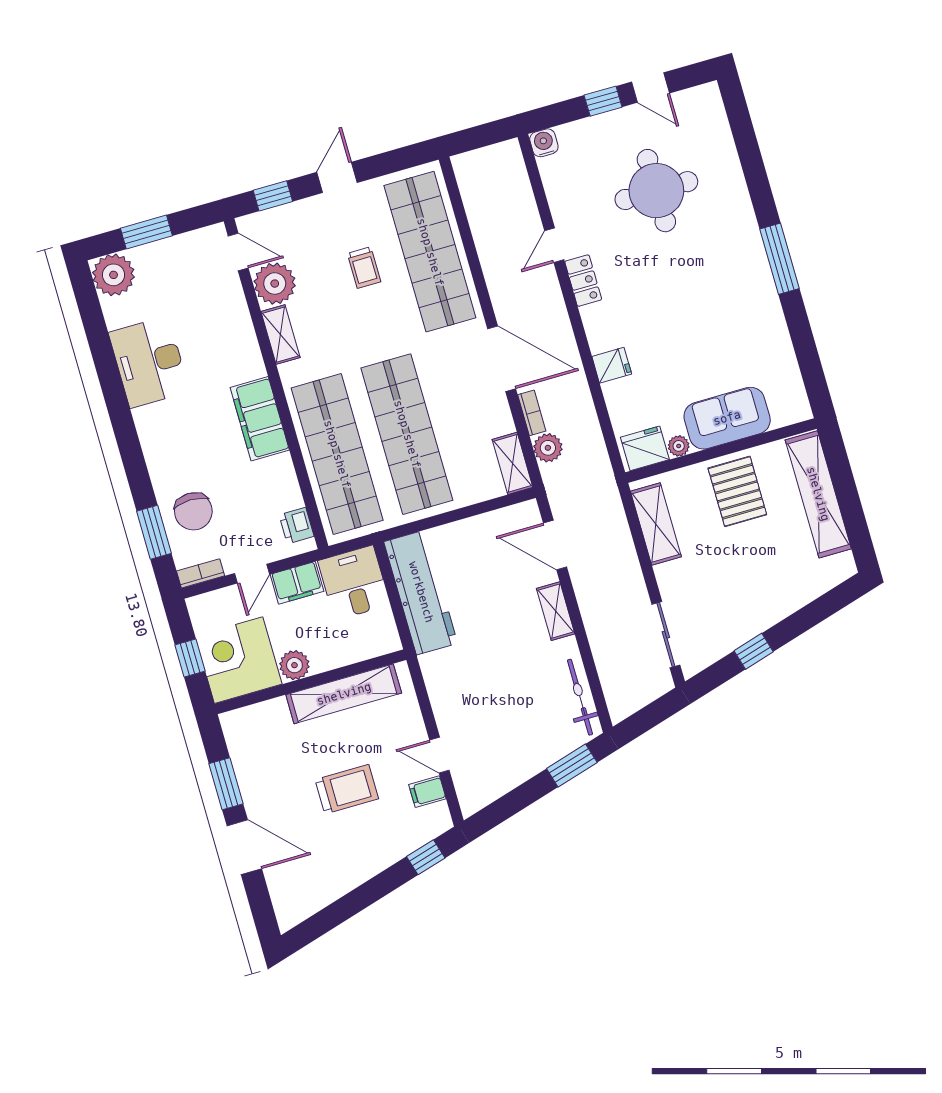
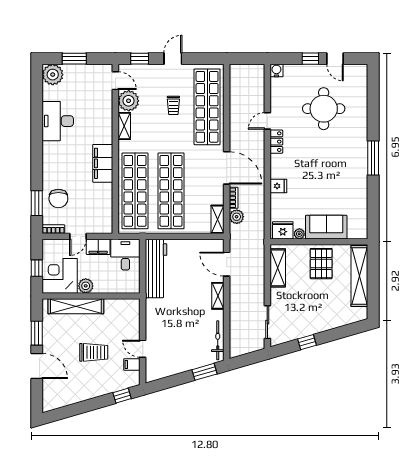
printer: (297, 526) -> (106, 219), removed
shelving: (344, 694) -> (76, 306), moved

